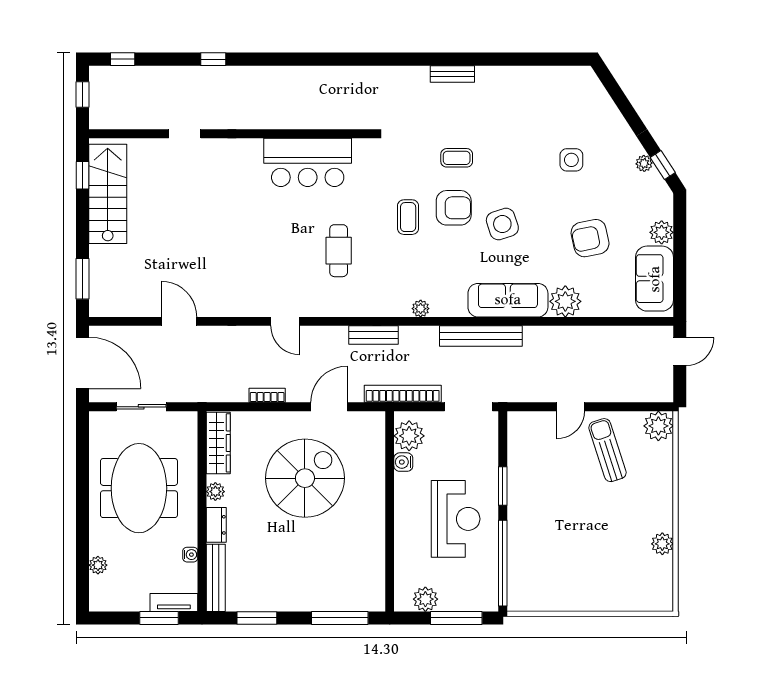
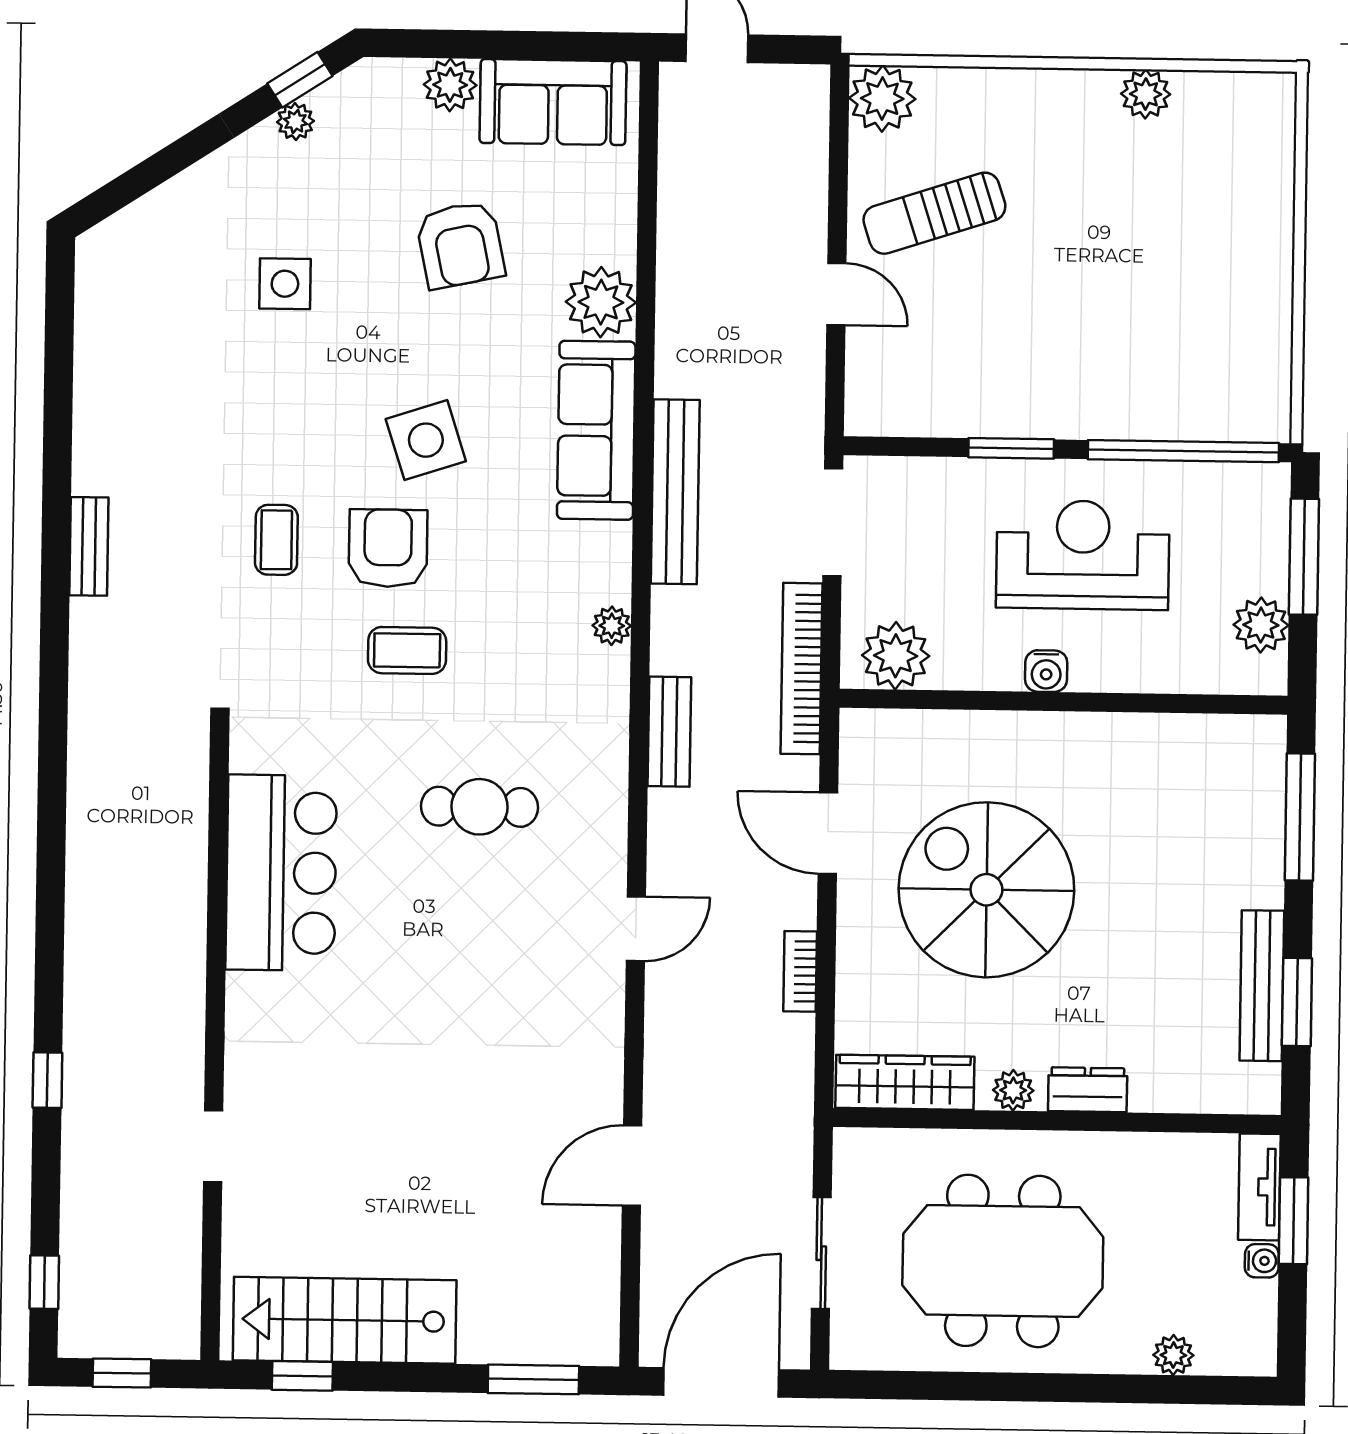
water cooler: (403, 462) -> (1046, 671), moved
water cooler: (190, 555) -> (1262, 1261), moved, turned 90
bench: (216, 578) -> (1262, 986), moved, turned 90

